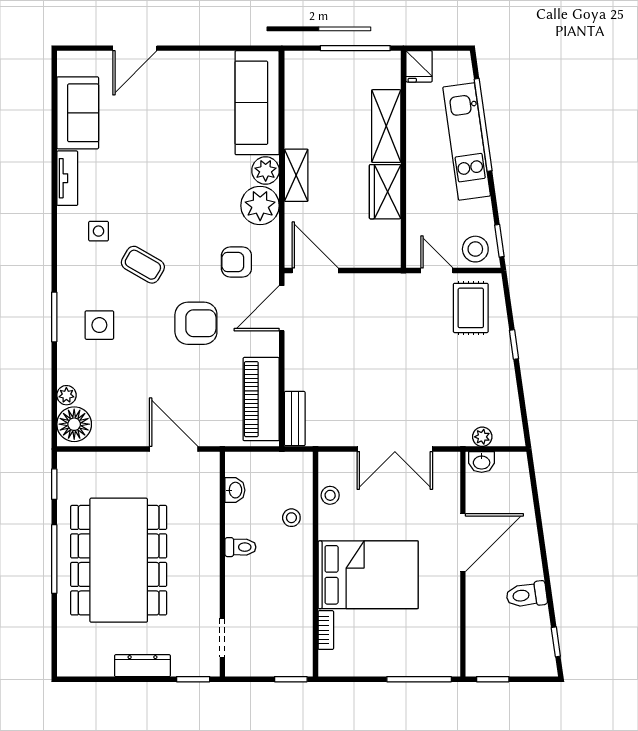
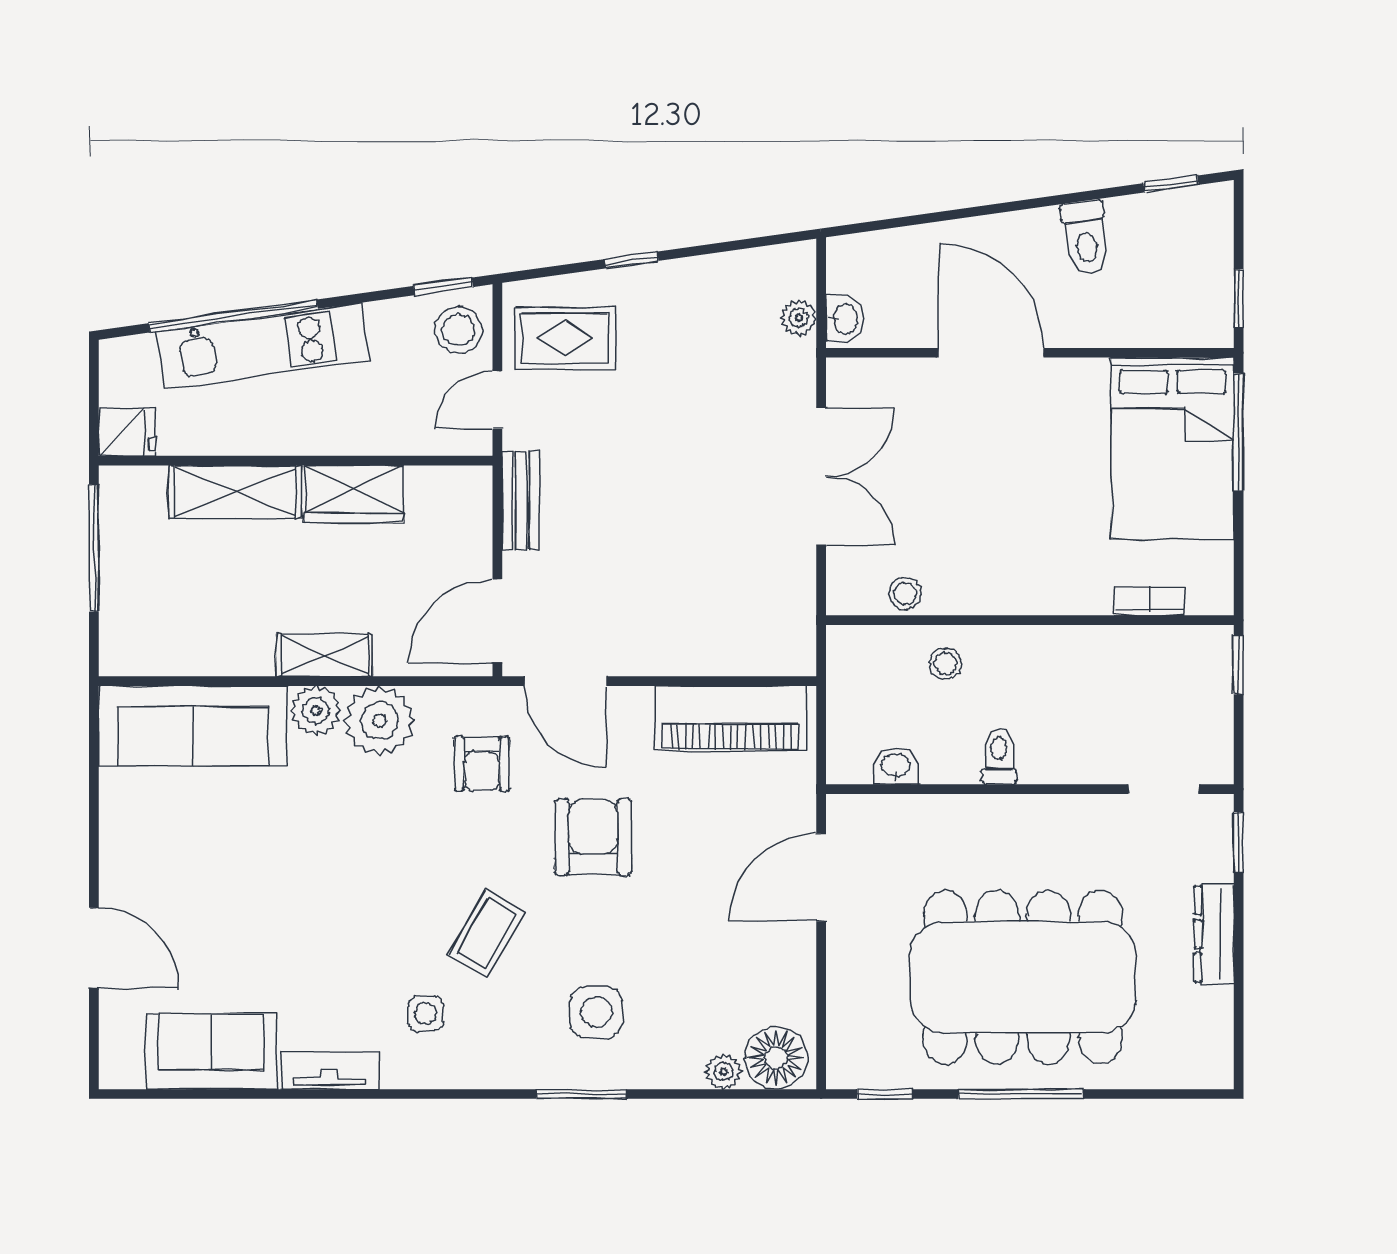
bench: (295, 419) -> (521, 500), moved, turned 90
bed: (368, 575) -> (1173, 448), moved, turned 180

